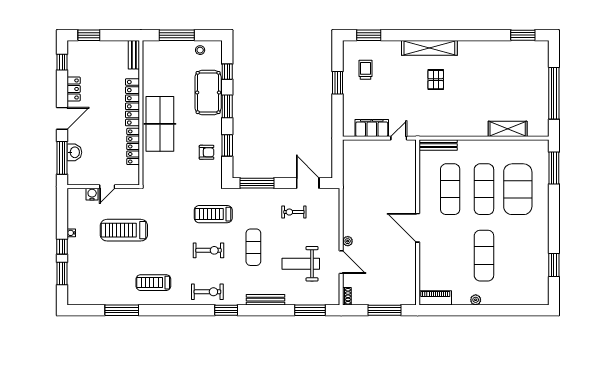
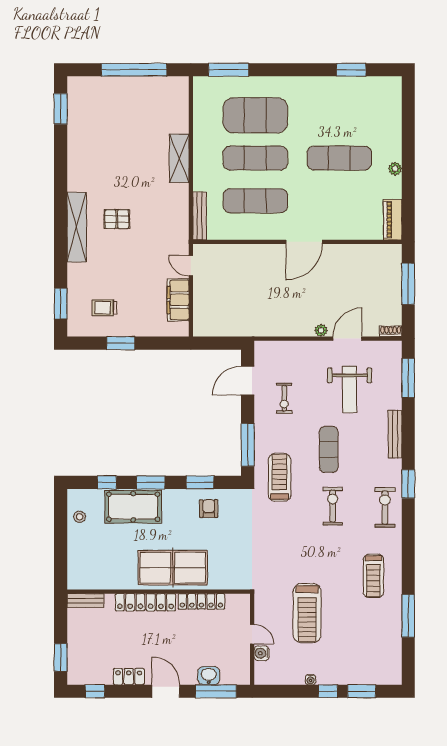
window: (177, 35) -> (61, 546), removed
shelving: (508, 129) -> (179, 158), moved
treadmill: (213, 214) -> (279, 477), moved, turned 180
exercise mat: (253, 247) -> (329, 449), turned 90

